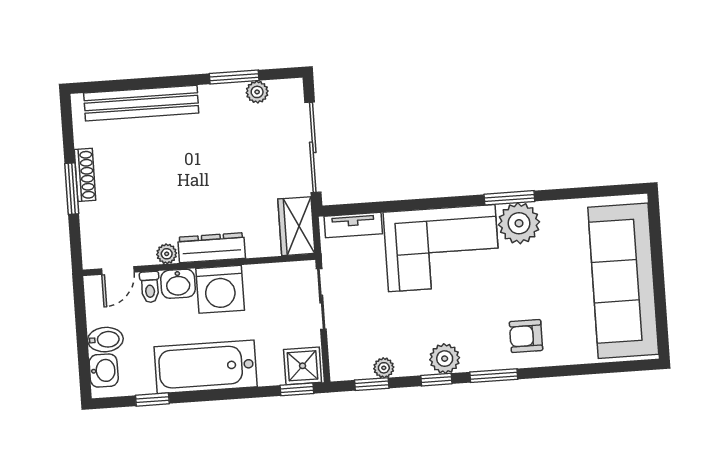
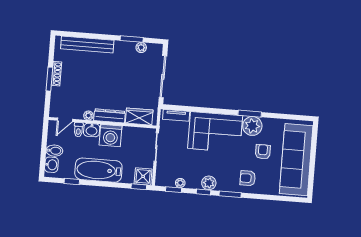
wardrobe: (296, 226) -> (139, 117), moved, turned 90
armchair: (550, 275) -> (263, 152), added

